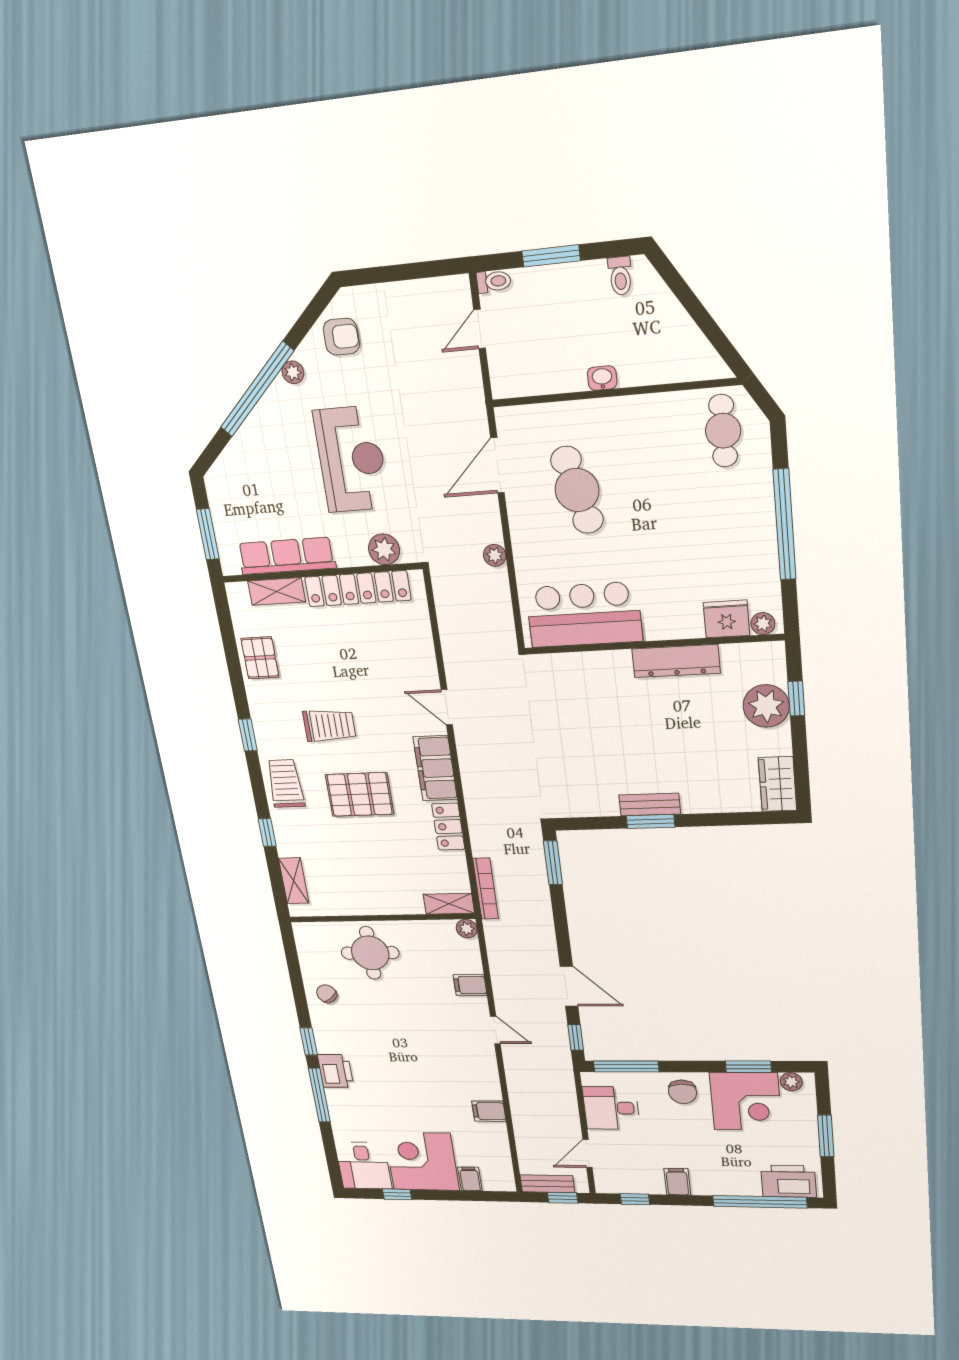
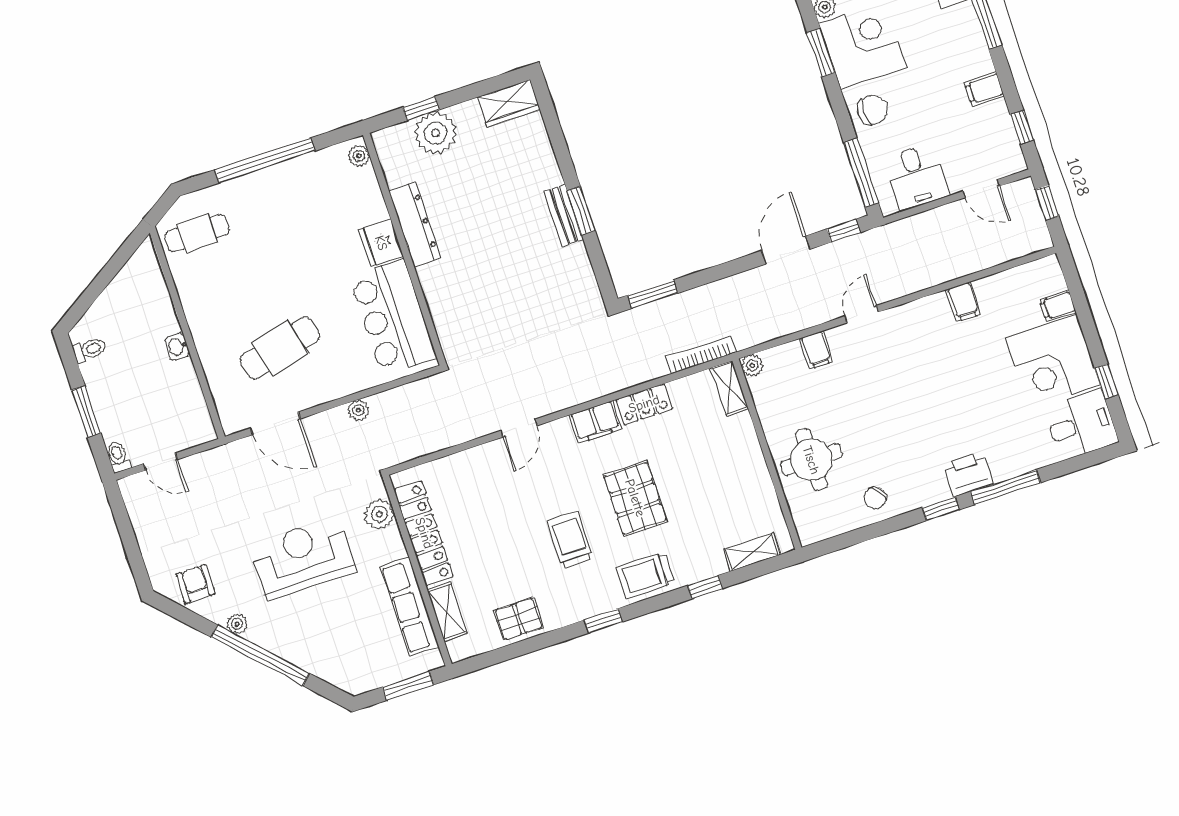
fridge: (726, 619) -> (381, 243), moved
filing cabinet: (435, 768) -> (595, 422), width x0.67, depth x0.86
bench: (547, 1184) -> (1035, 222), removed

